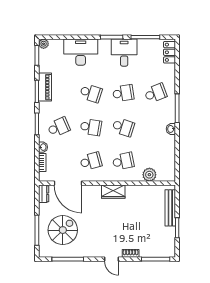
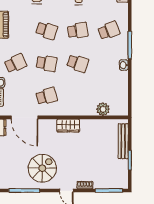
school desk: (123, 161) -> (78, 96), removed
spiral stairs: (63, 230) -> (42, 168), moved

